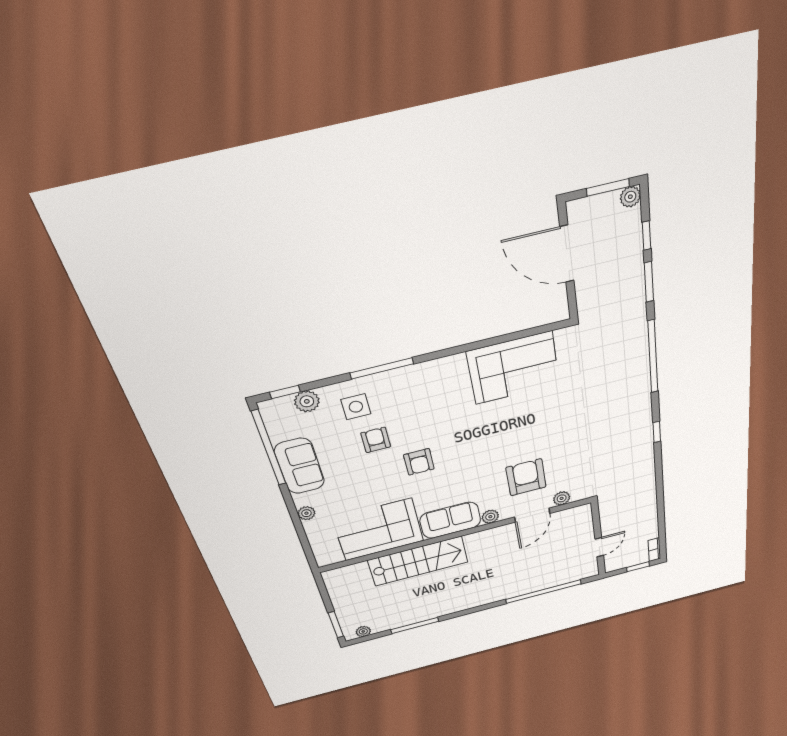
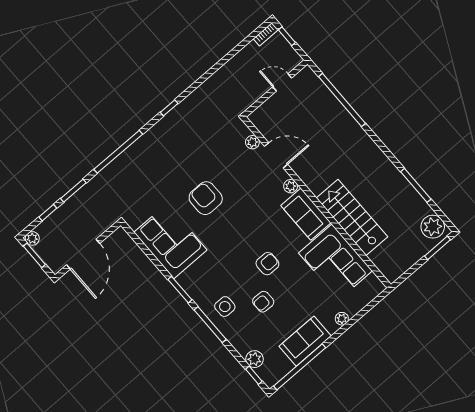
window: (448, 352) -> (180, 290), added
side table: (356, 407) -> (225, 307), moved
armchair: (526, 477) -> (206, 198), moved, turned 90
plant: (363, 631) -> (433, 227), width x1.88, depth x1.88

